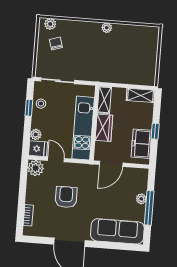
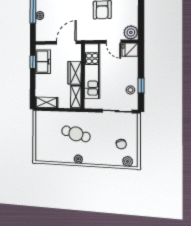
cafe table: (107, 57) -> (76, 134), added
window: (155, 131) -> (33, 62), moved
plant: (36, 134) -> (133, 62), removed

